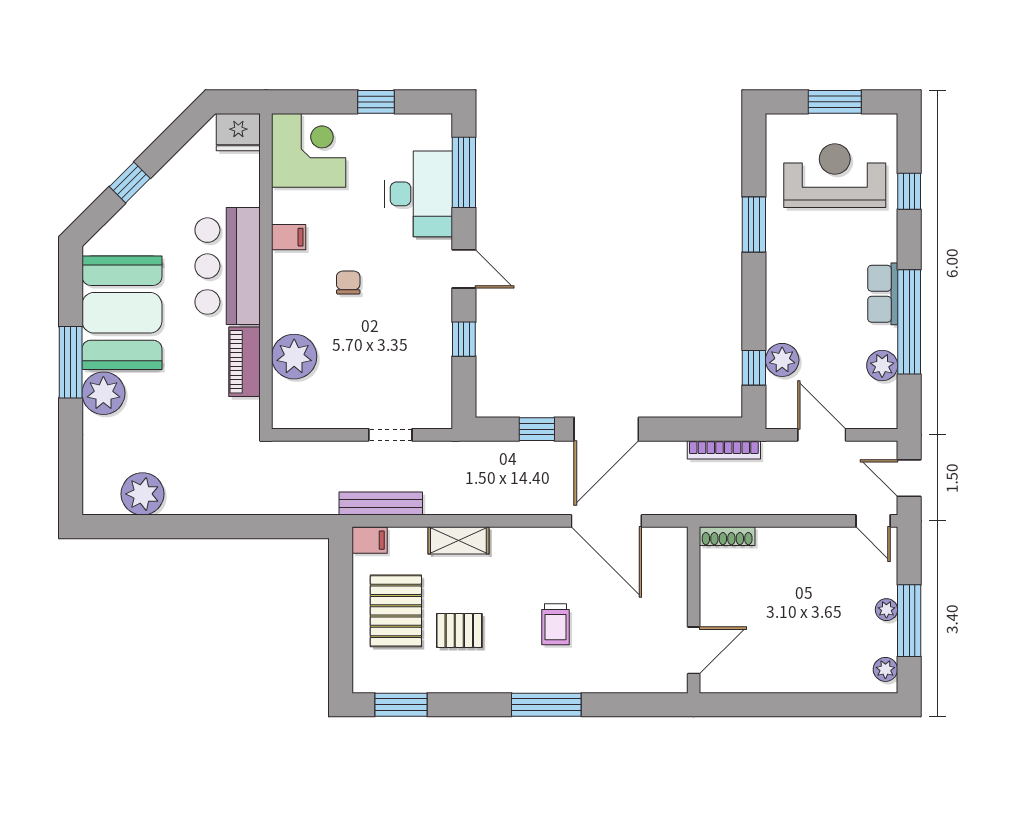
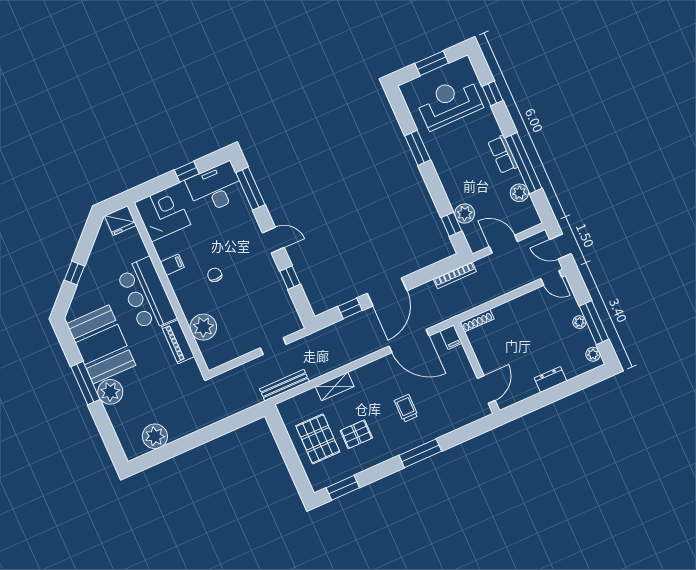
desk: (419, 194) -> (215, 188), moved, turned -90
filing cabinet: (370, 540) -> (451, 337), moved, turned 90
trolley: (555, 624) -> (406, 408), turned 180
dresser: (801, 679) -> (551, 380), added

